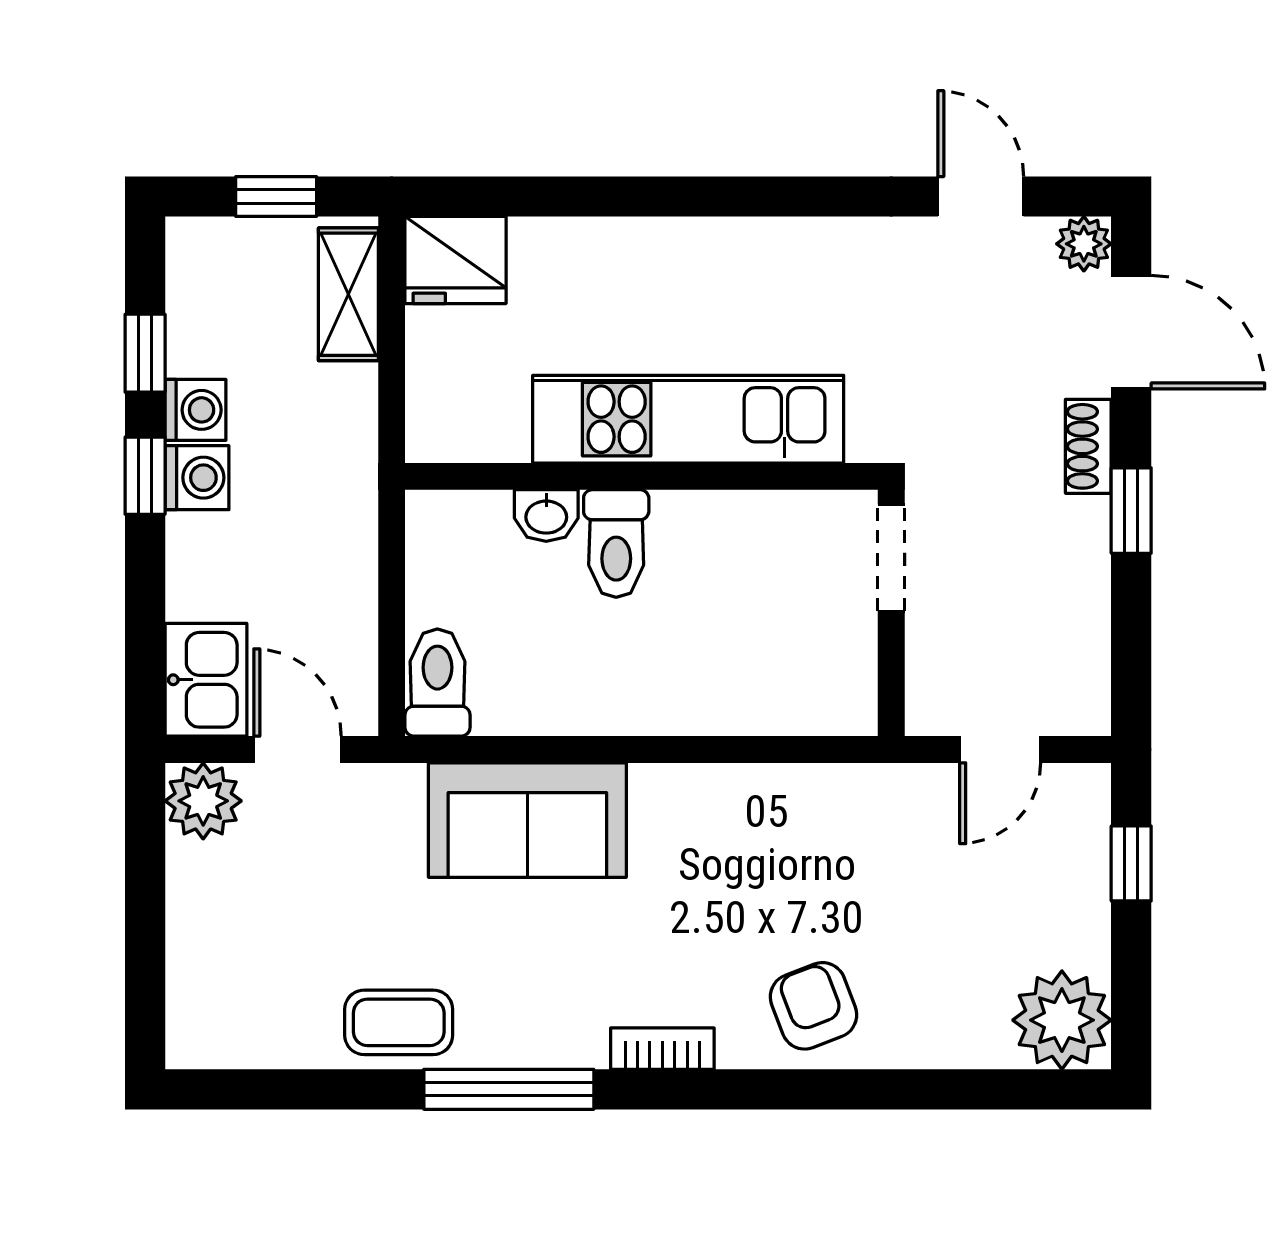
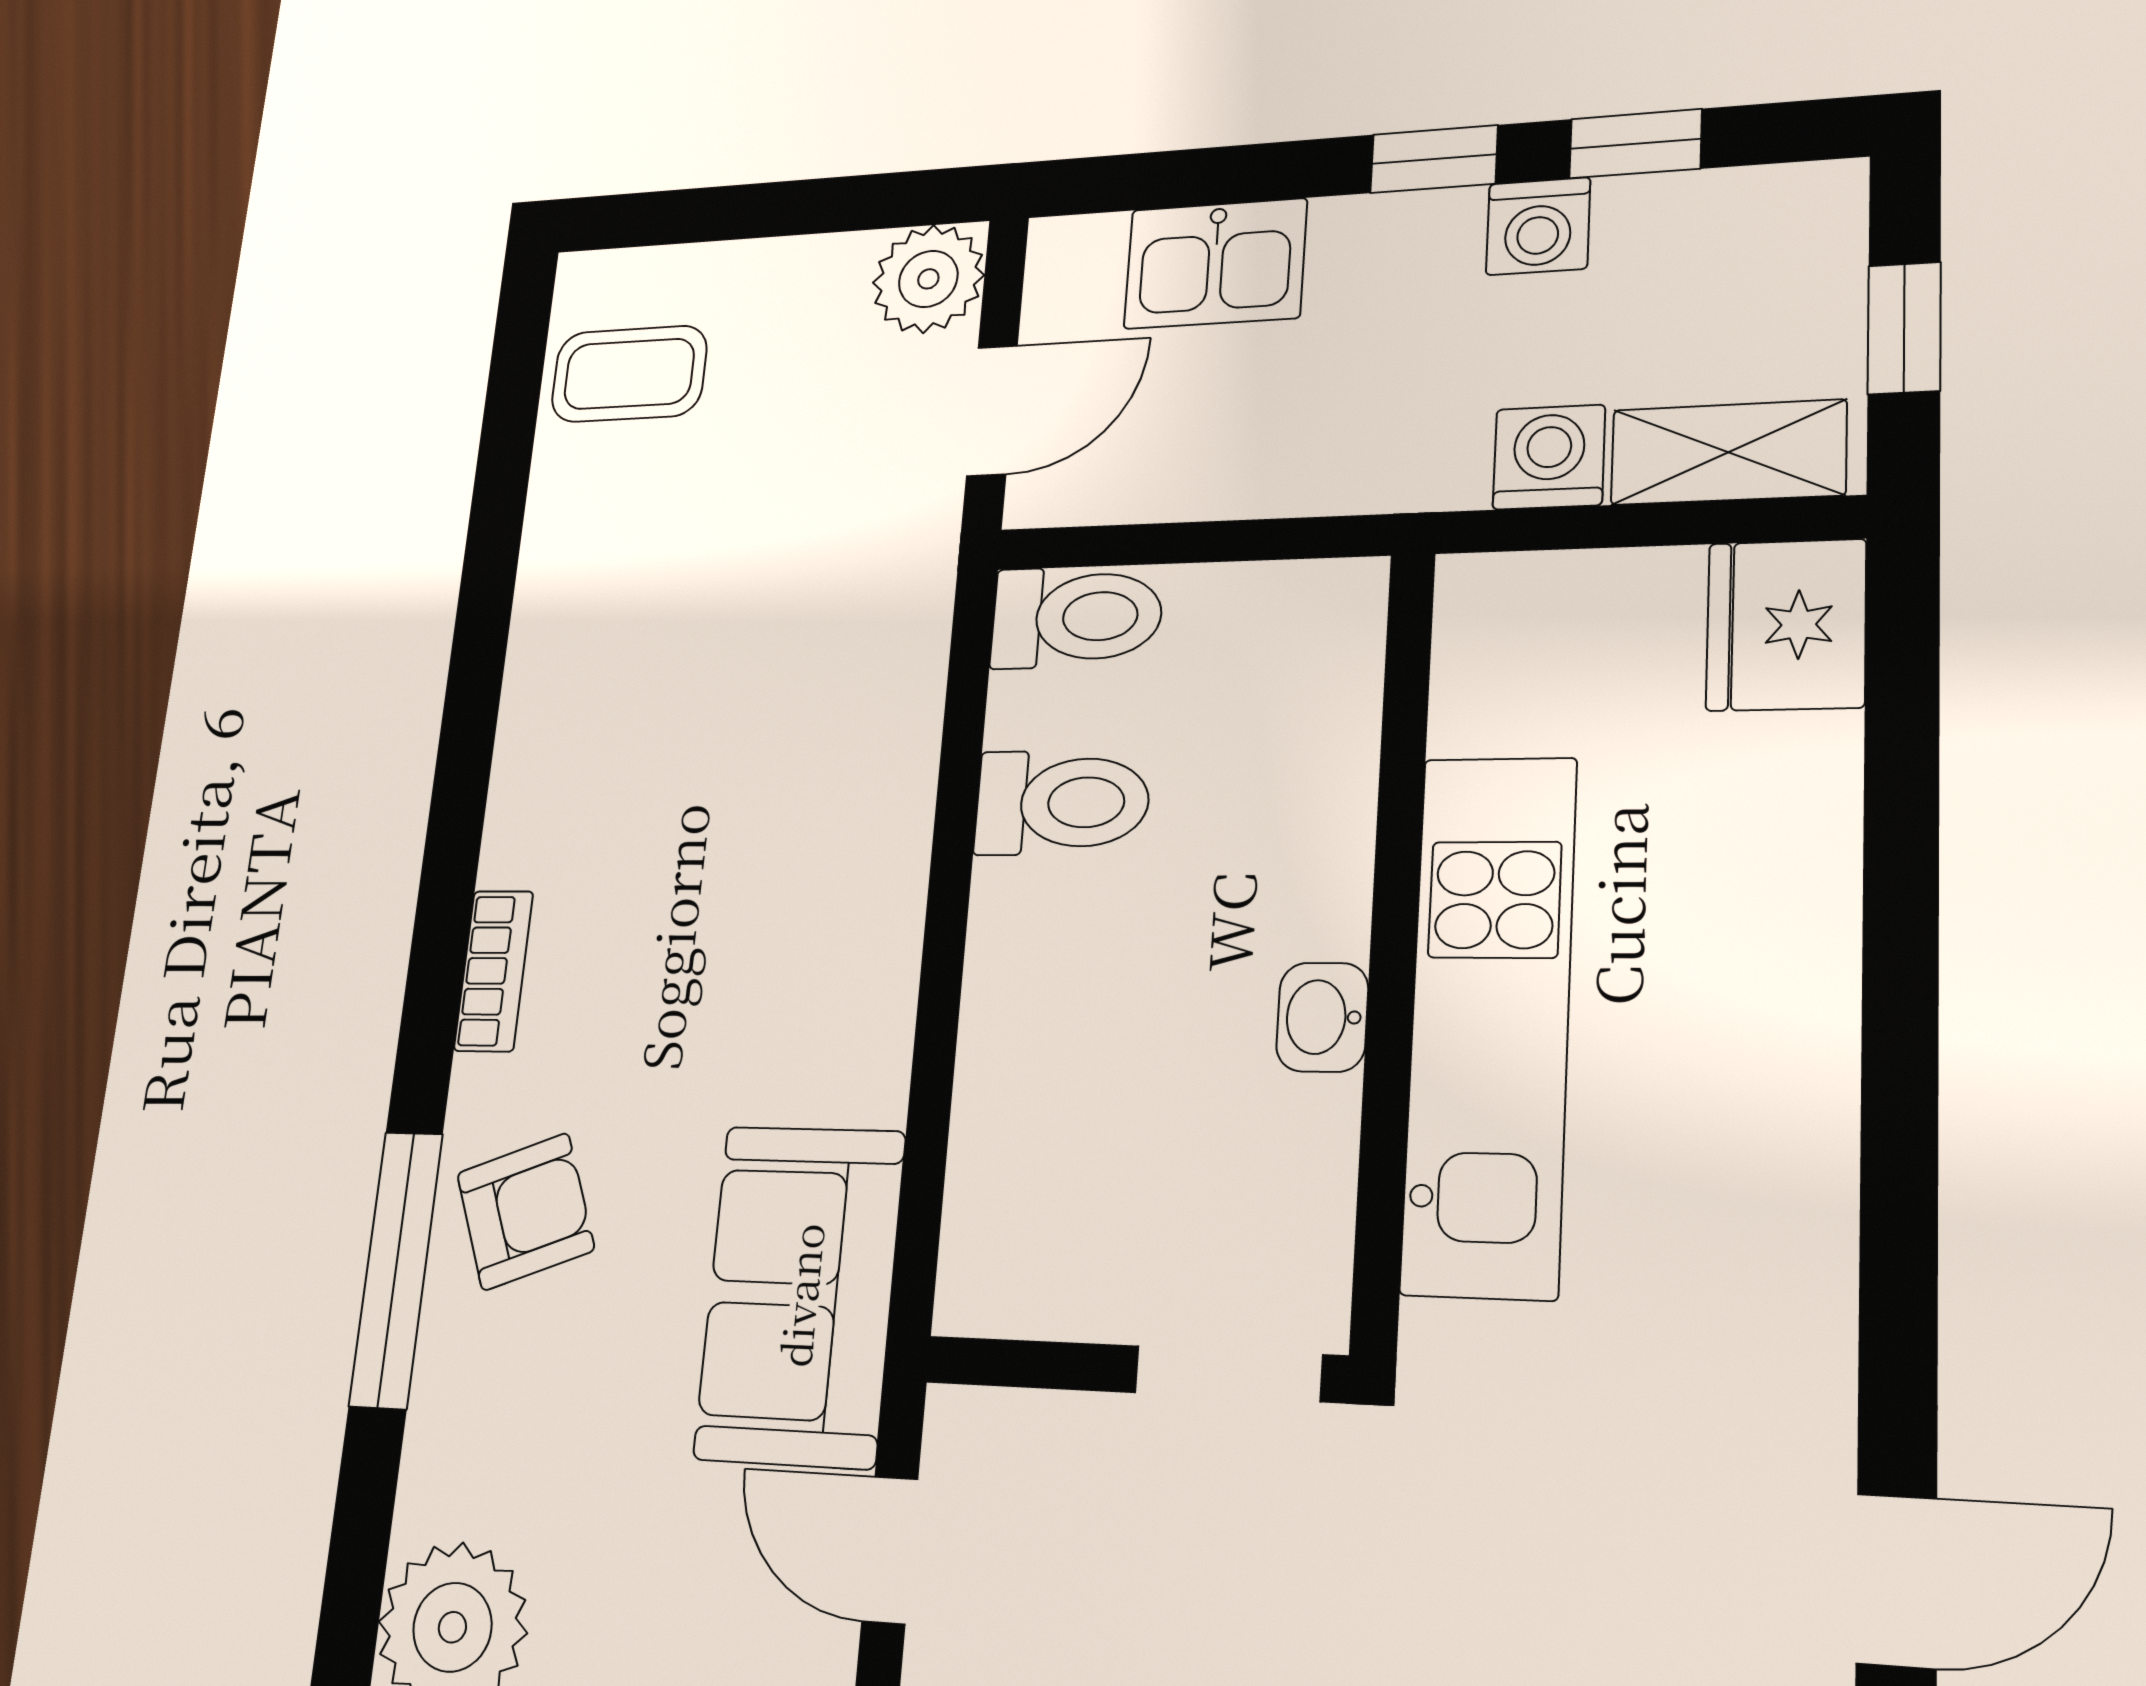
washing machine: (197, 478) -> (1549, 457), moved, turned 180
washbasin: (546, 515) -> (1322, 1017), moved
toilet: (616, 544) -> (1062, 803), moved, turned 180
kitchen sink: (206, 680) -> (1215, 264), moved
sofa: (527, 820) -> (800, 1295), moved
coffee table: (399, 1022) -> (629, 374), moved, turned 90
window: (509, 1089) -> (396, 1269), moved

